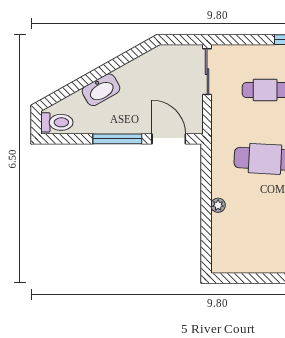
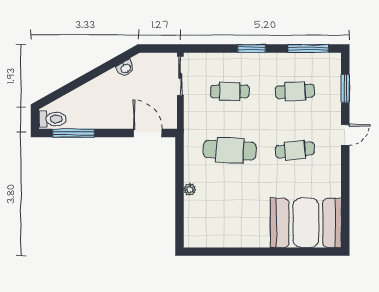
washbasin: (101, 90) -> (125, 68), moved, width x0.52, depth x0.69
window: (117, 139) -> (74, 133), moved

